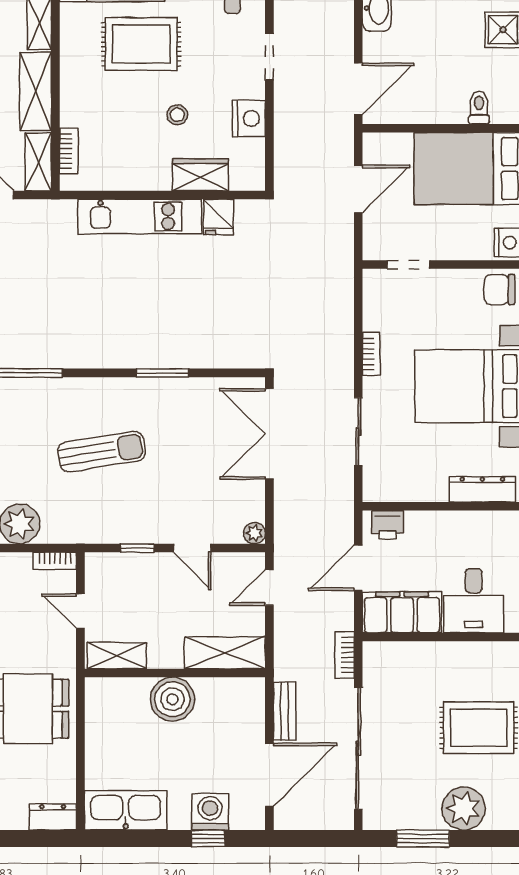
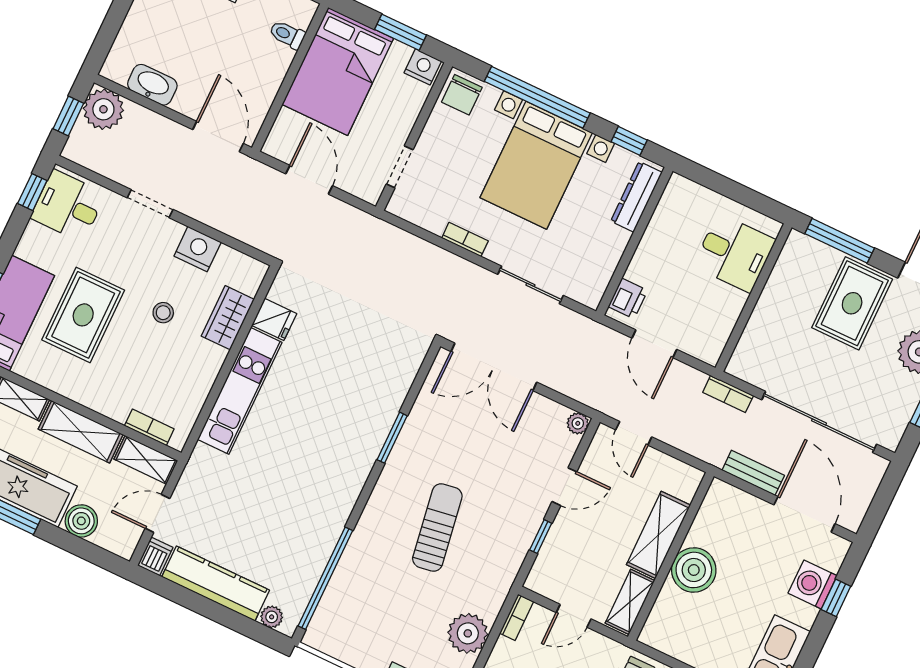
filing cabinet: (402, 612) -> (714, 323), removed
shelving: (225, 653) -> (658, 535), moved

